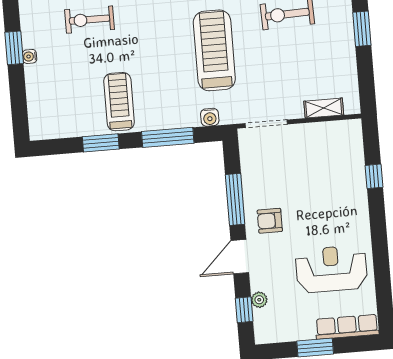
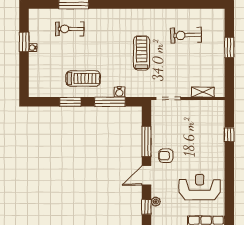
treadmill: (214, 50) -> (142, 53), width x0.73, depth x0.73
treadmill: (119, 102) -> (83, 78), turned 90
water cooler: (210, 117) -> (119, 92), moved

